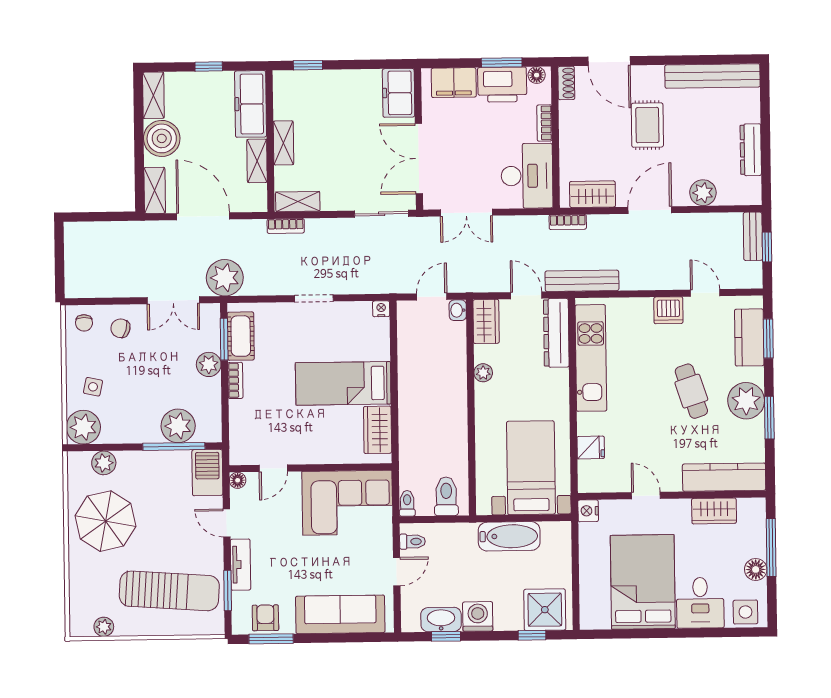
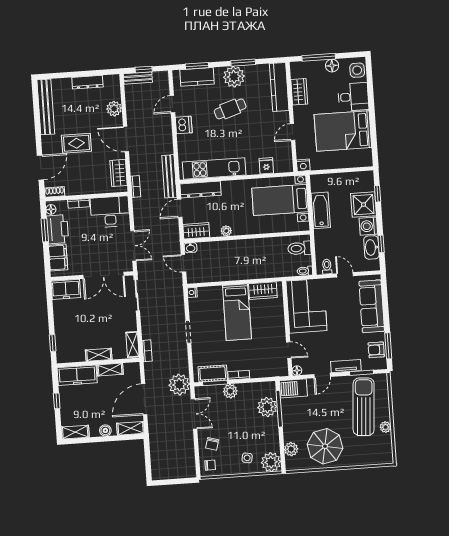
boiler: (162, 138) -> (105, 430), width x0.54, depth x0.54
shower: (545, 610) -> (364, 205), moved
plant: (104, 627) -> (385, 427), moved

